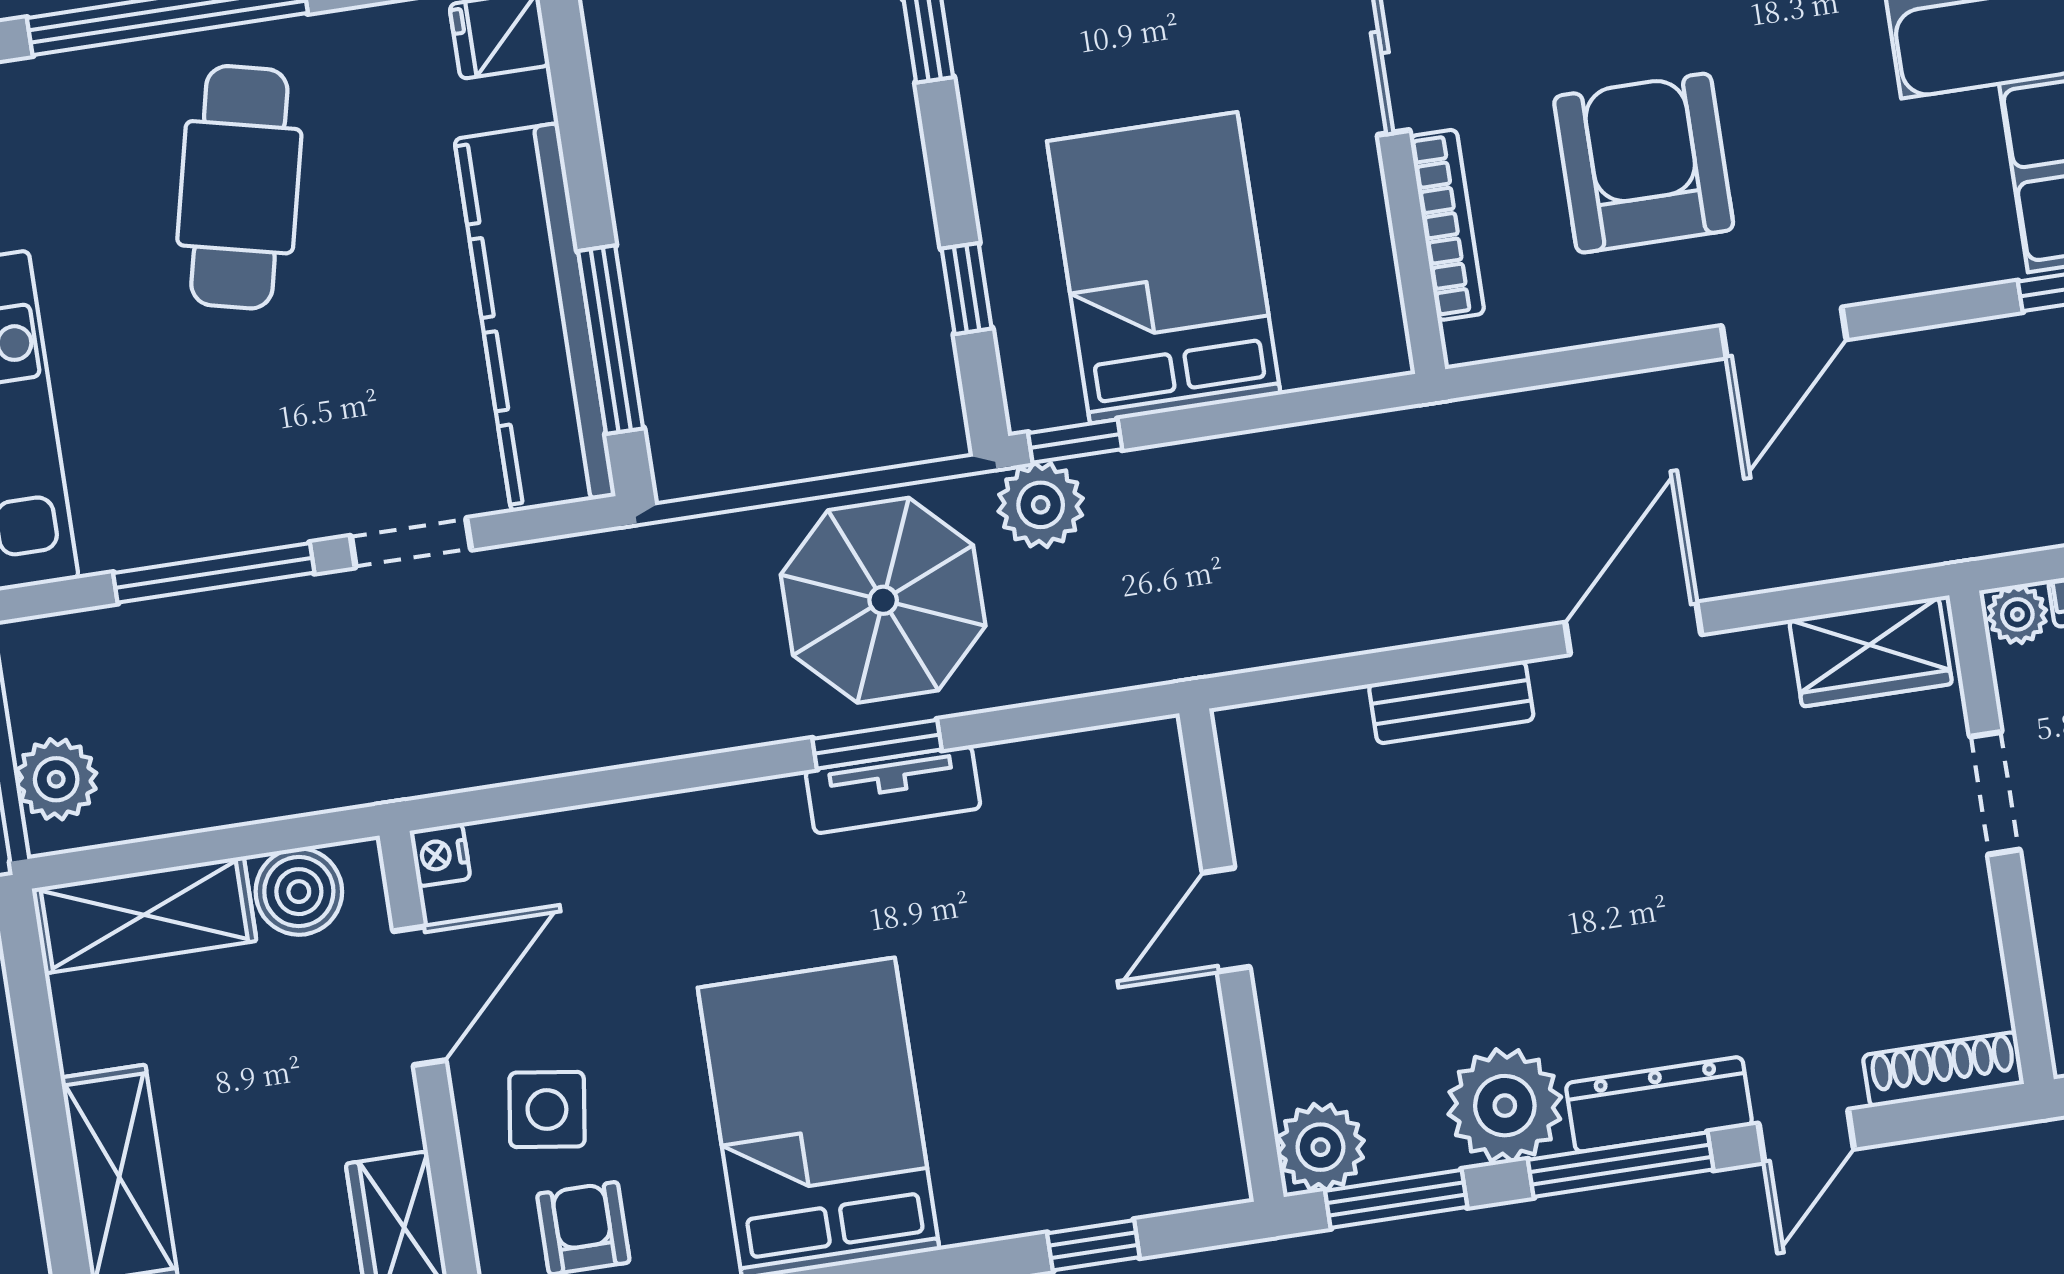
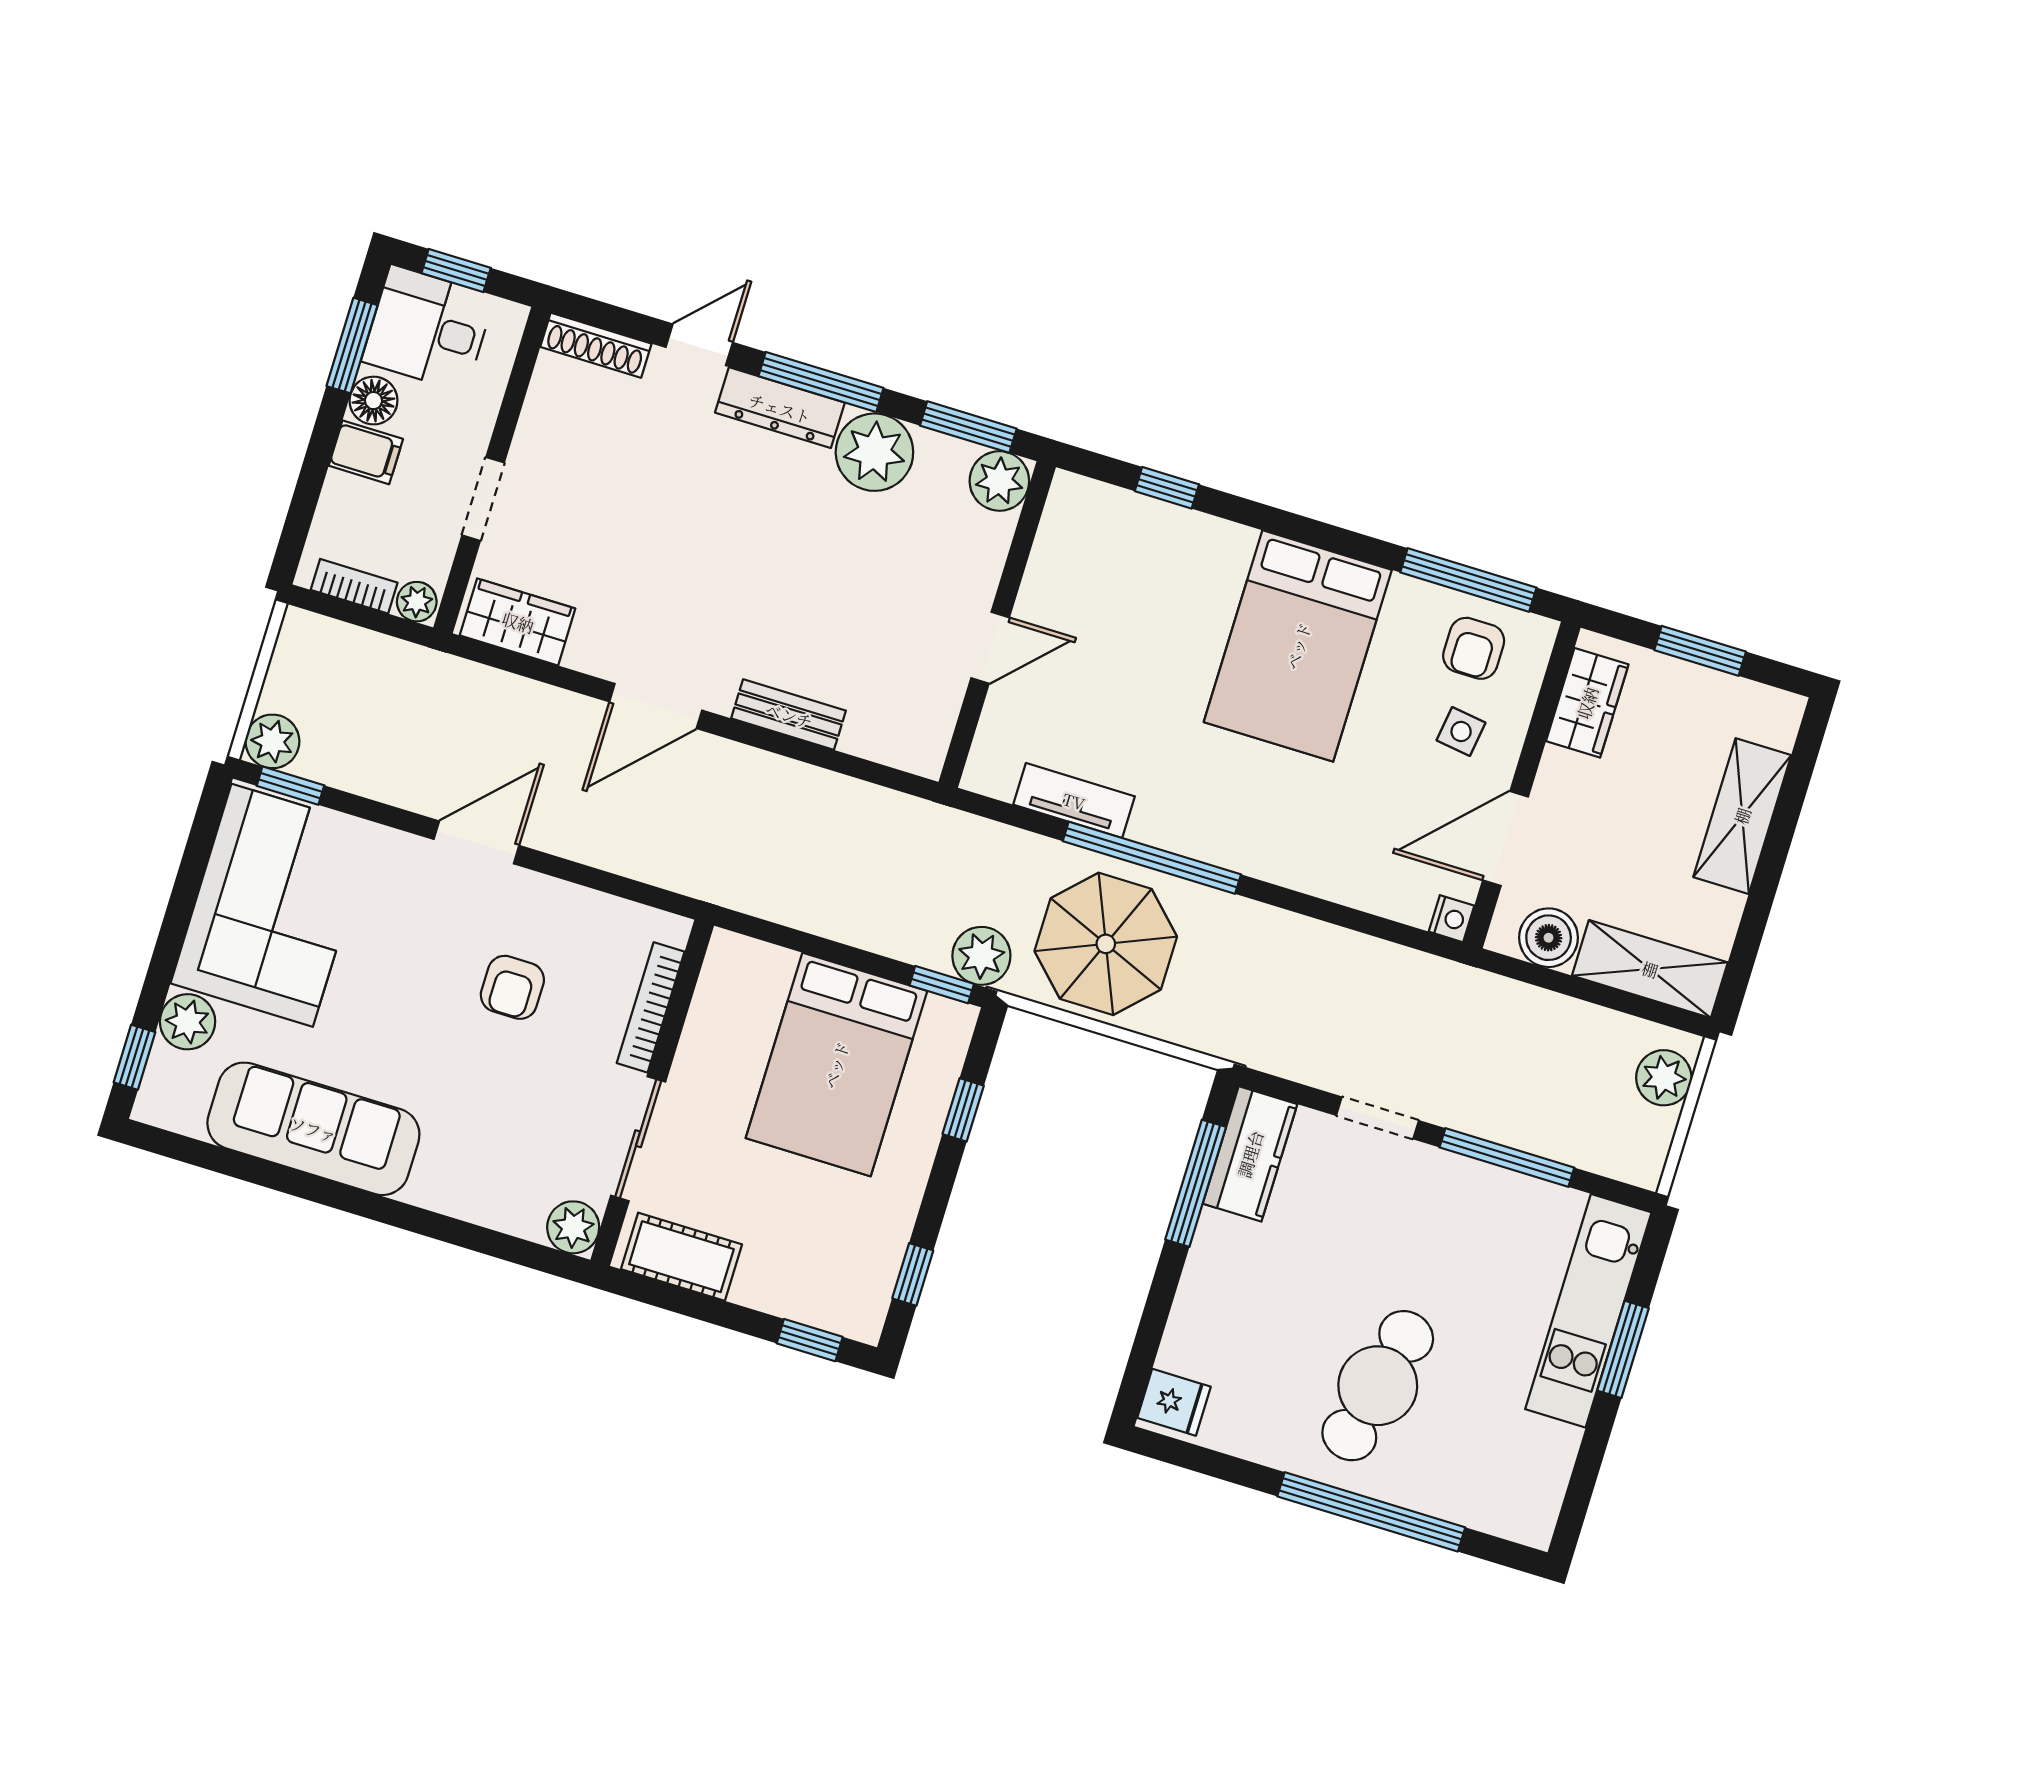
armchair: (1644, 163) -> (512, 987), width x0.53, depth x0.53
kitchen counter: (535, 318) -> (1250, 1154), width x0.48, depth x0.86
window: (877, 744) -> (1152, 858), width x2.11
tv unit: (893, 789) -> (1074, 801), moved
side table: (547, 1110) -> (1461, 731), width x0.73, depth x0.73

